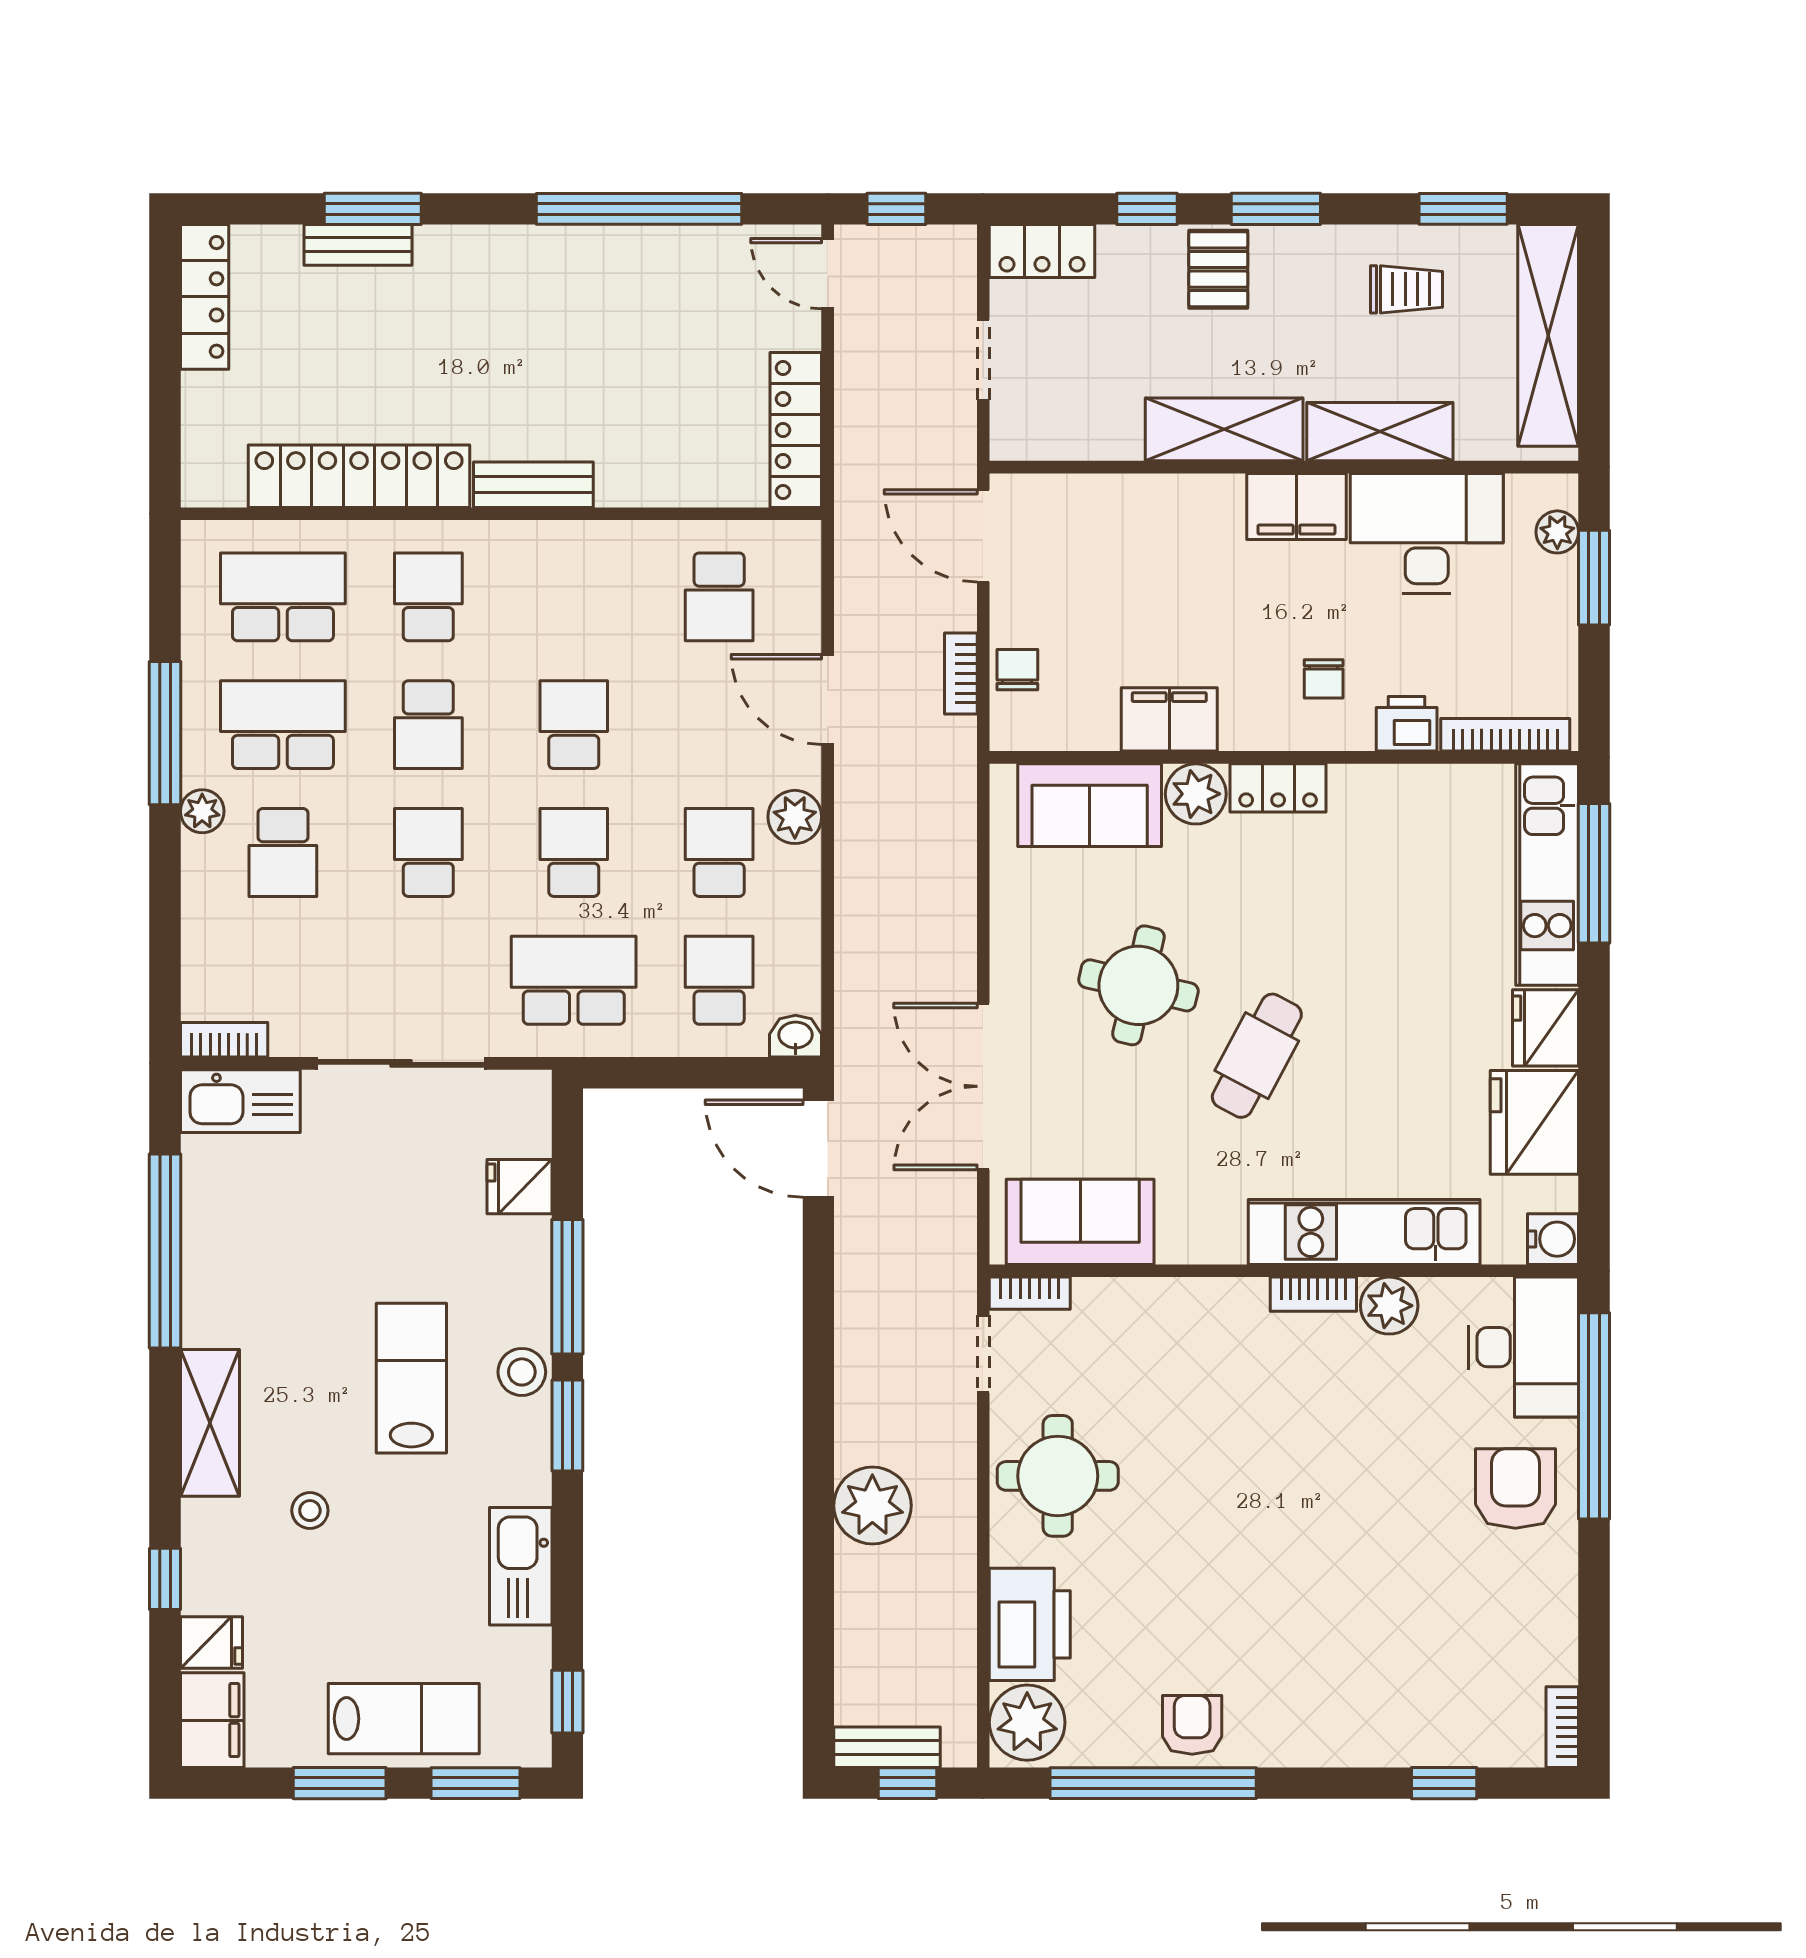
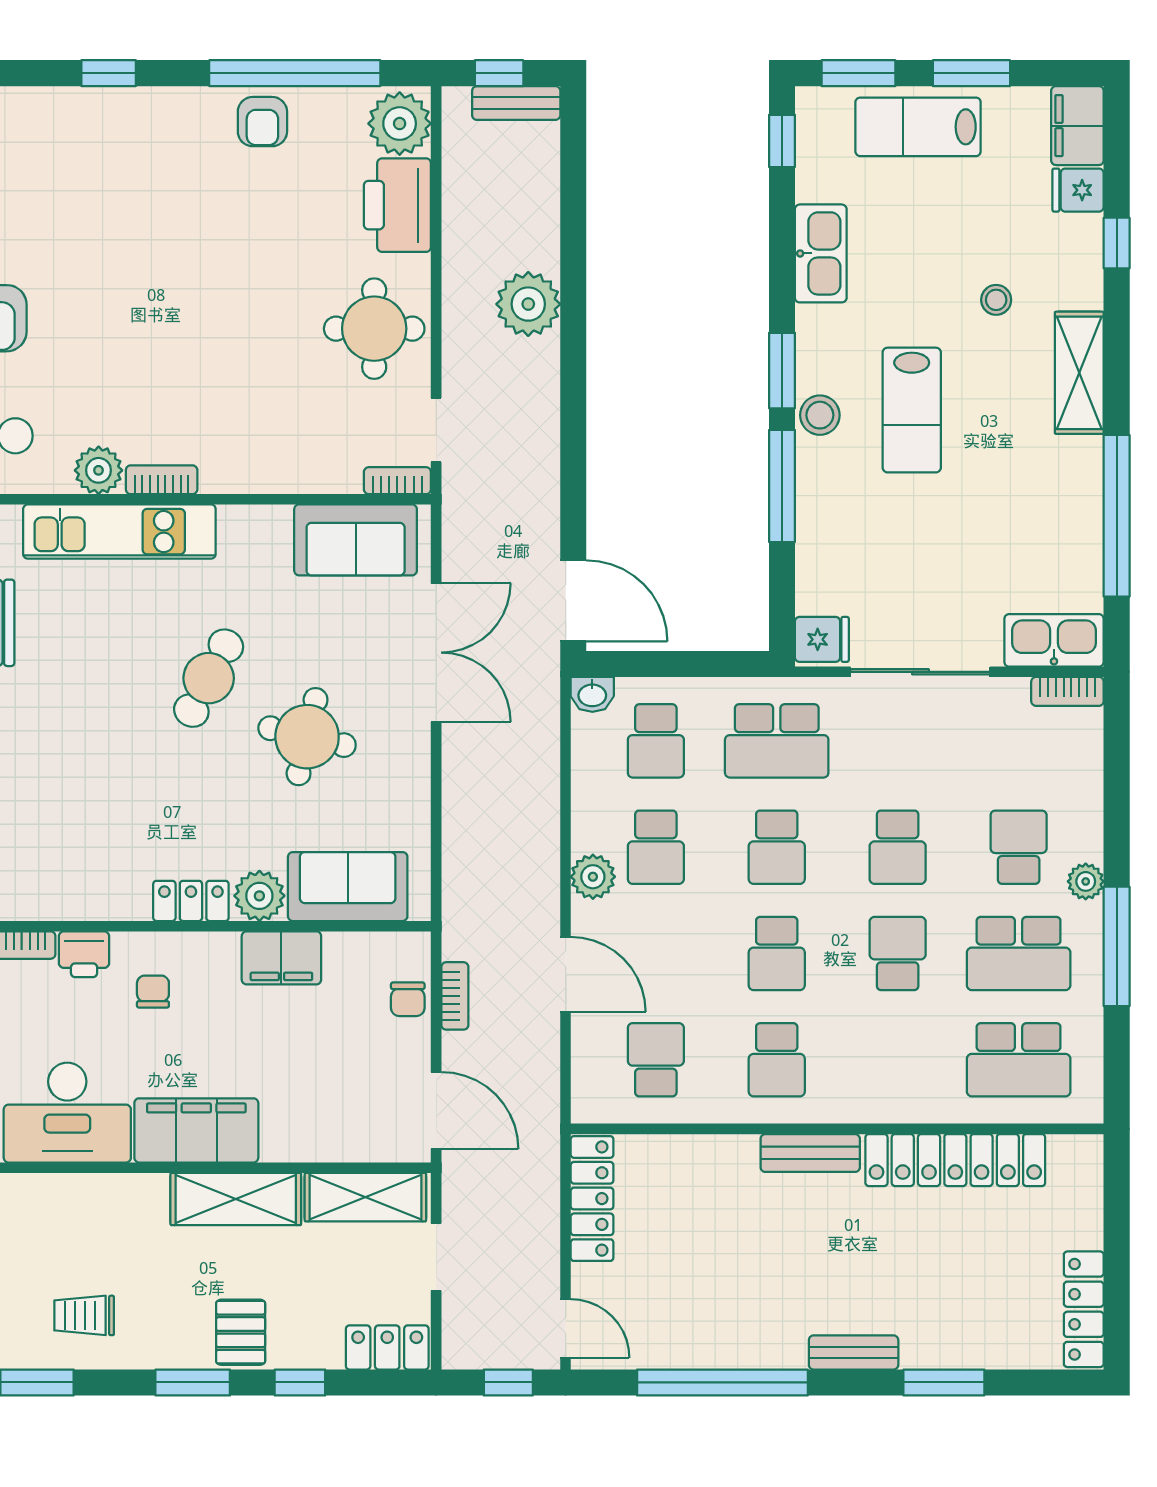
bench: (358, 245) -> (854, 1352), moved
shelving: (1380, 432) -> (365, 1197), moved
filing cabinet: (1296, 506) -> (196, 1130), width x1.50, depth x1.17
school desk: (428, 597) -> (777, 1060), moved
fridge: (519, 1187) -> (822, 639), moved
window: (1444, 1783) -> (109, 73), moved

